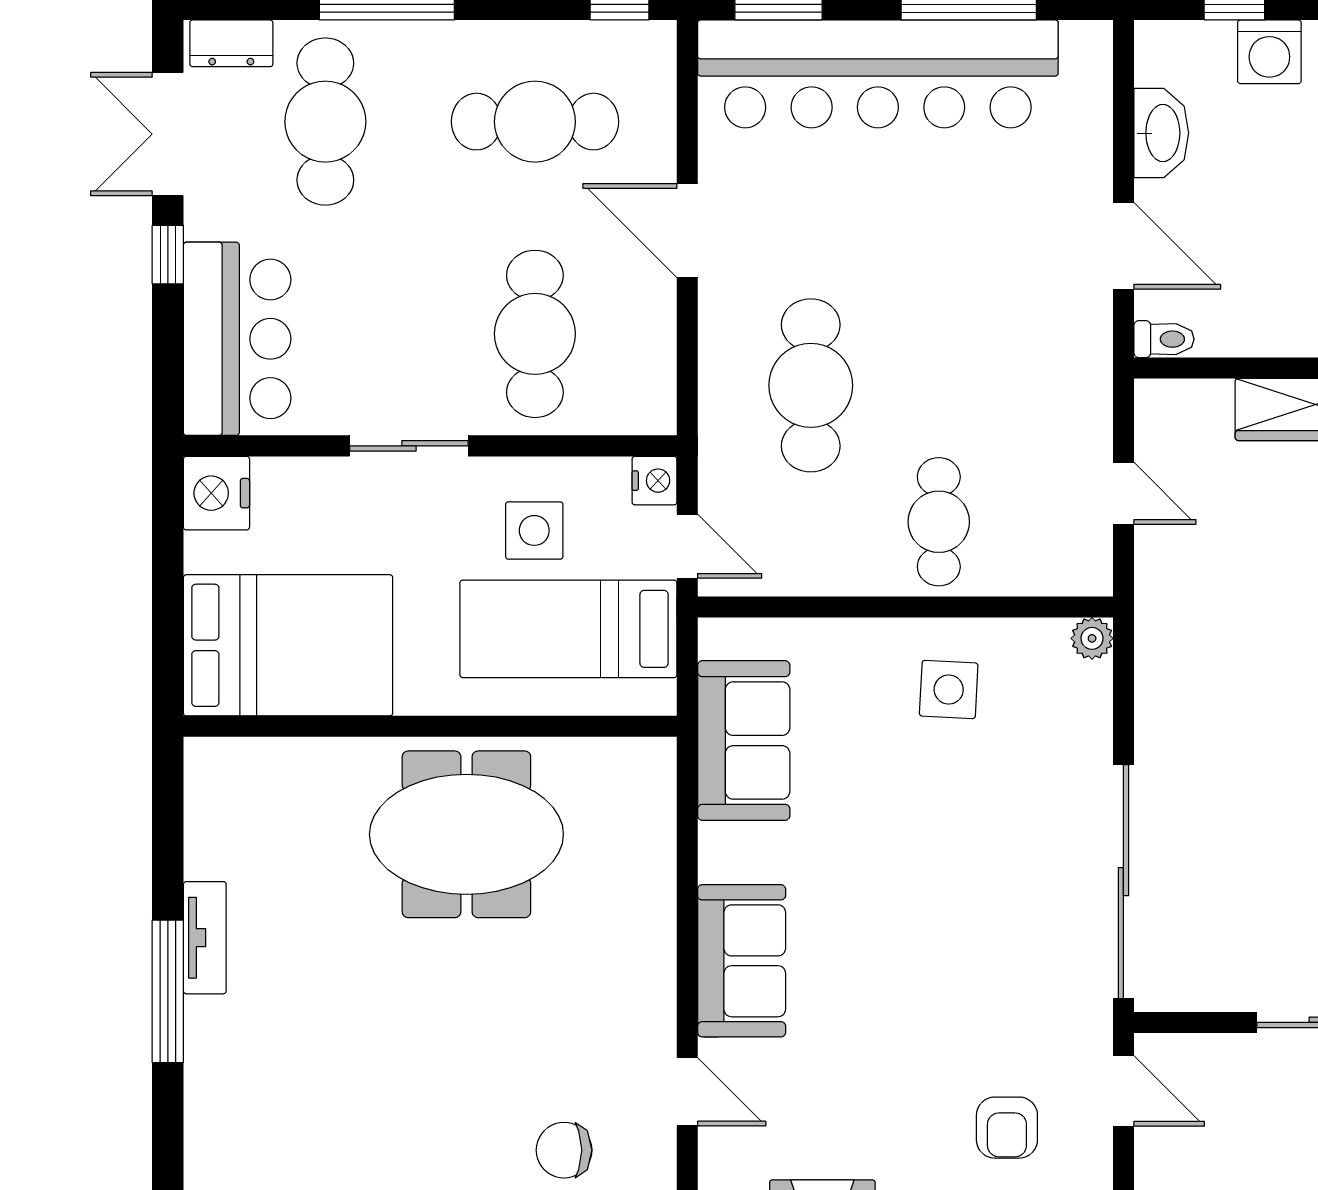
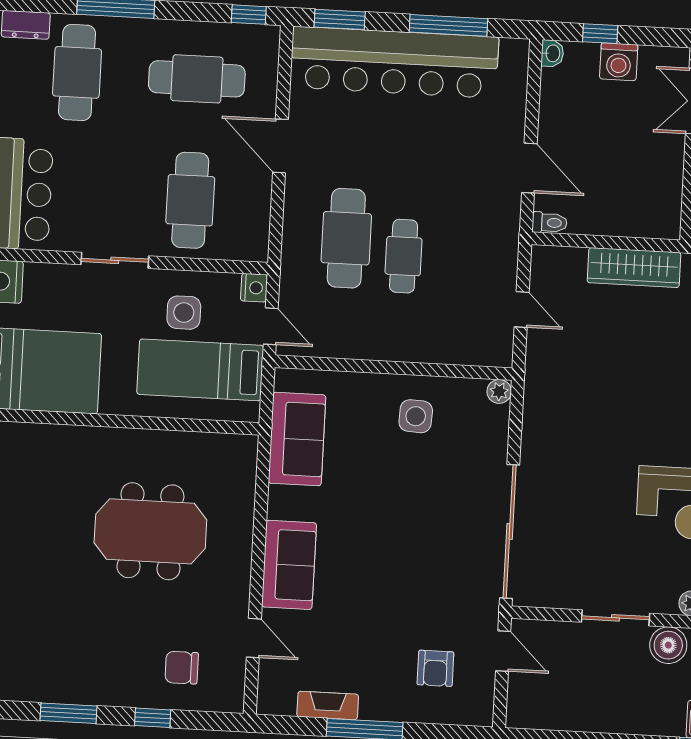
washbasin: (1161, 133) -> (552, 53), moved, width x0.52, depth x0.69
cafe table: (939, 522) -> (404, 256), moved
meeting table: (466, 834) -> (150, 531), moved

